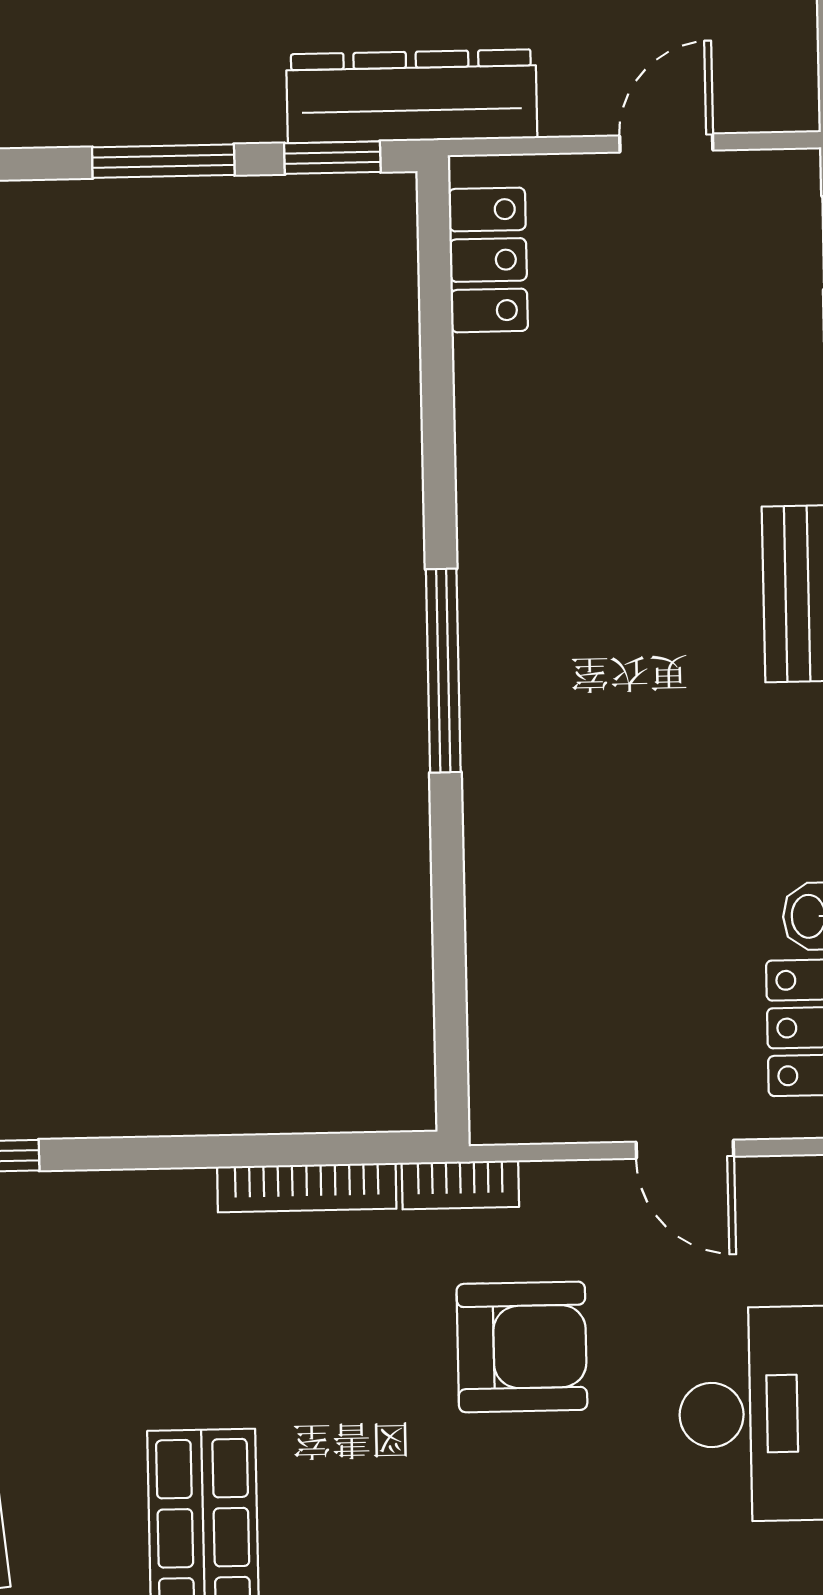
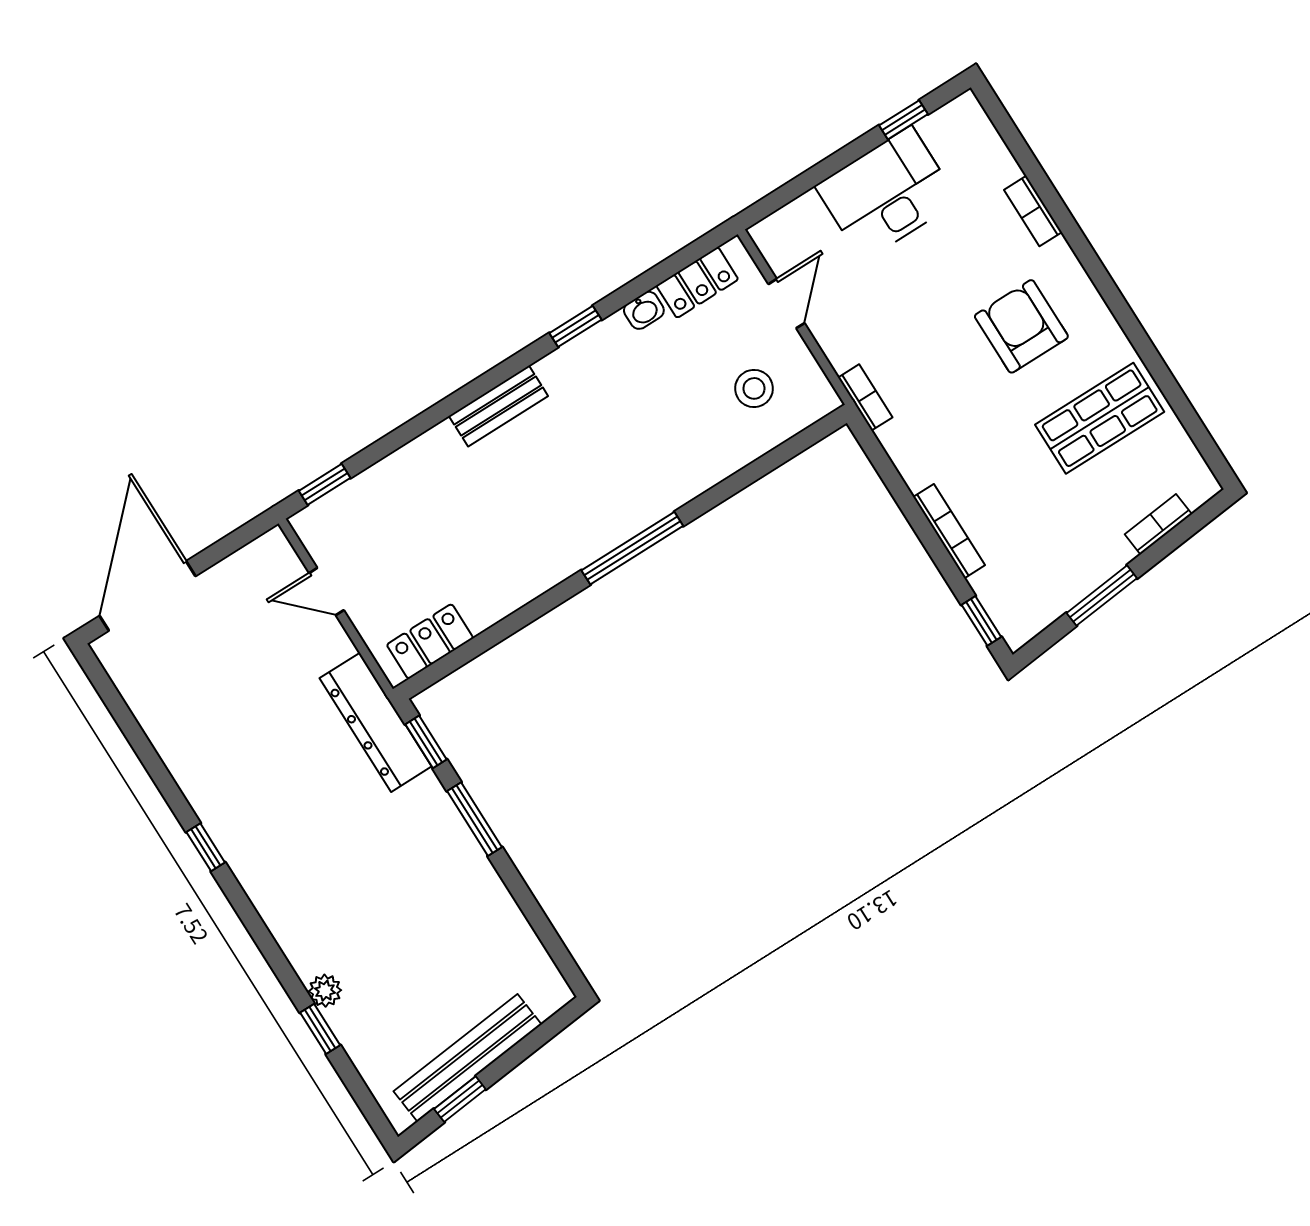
stool: (581, 1017) -> (754, 388), added
bookcase: (307, 1188) -> (949, 531), moved
armchair: (522, 1347) -> (1021, 326), moved

